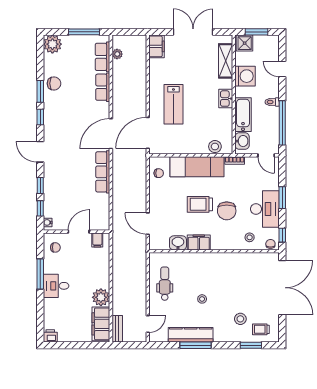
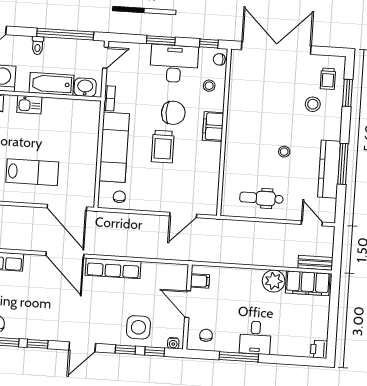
stool: (215, 147) -> (90, 123), removed
side table: (58, 195) -> (138, 327), added
filing cabinet: (199, 242) -> (213, 126), moved
washbasin: (178, 243) -> (210, 178), removed

